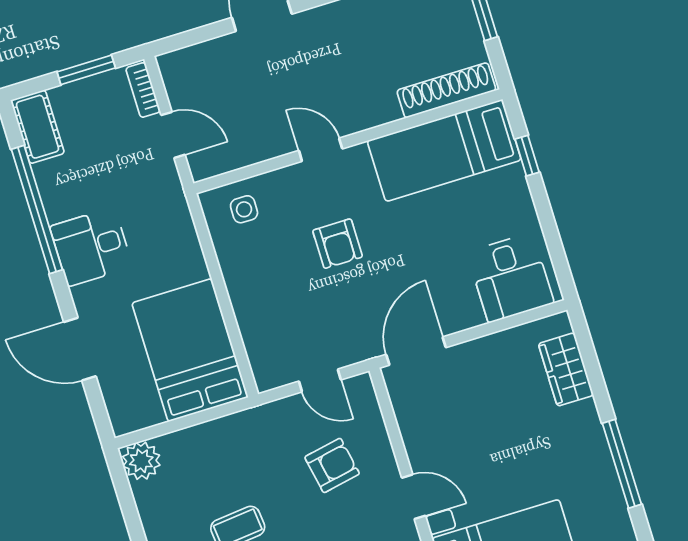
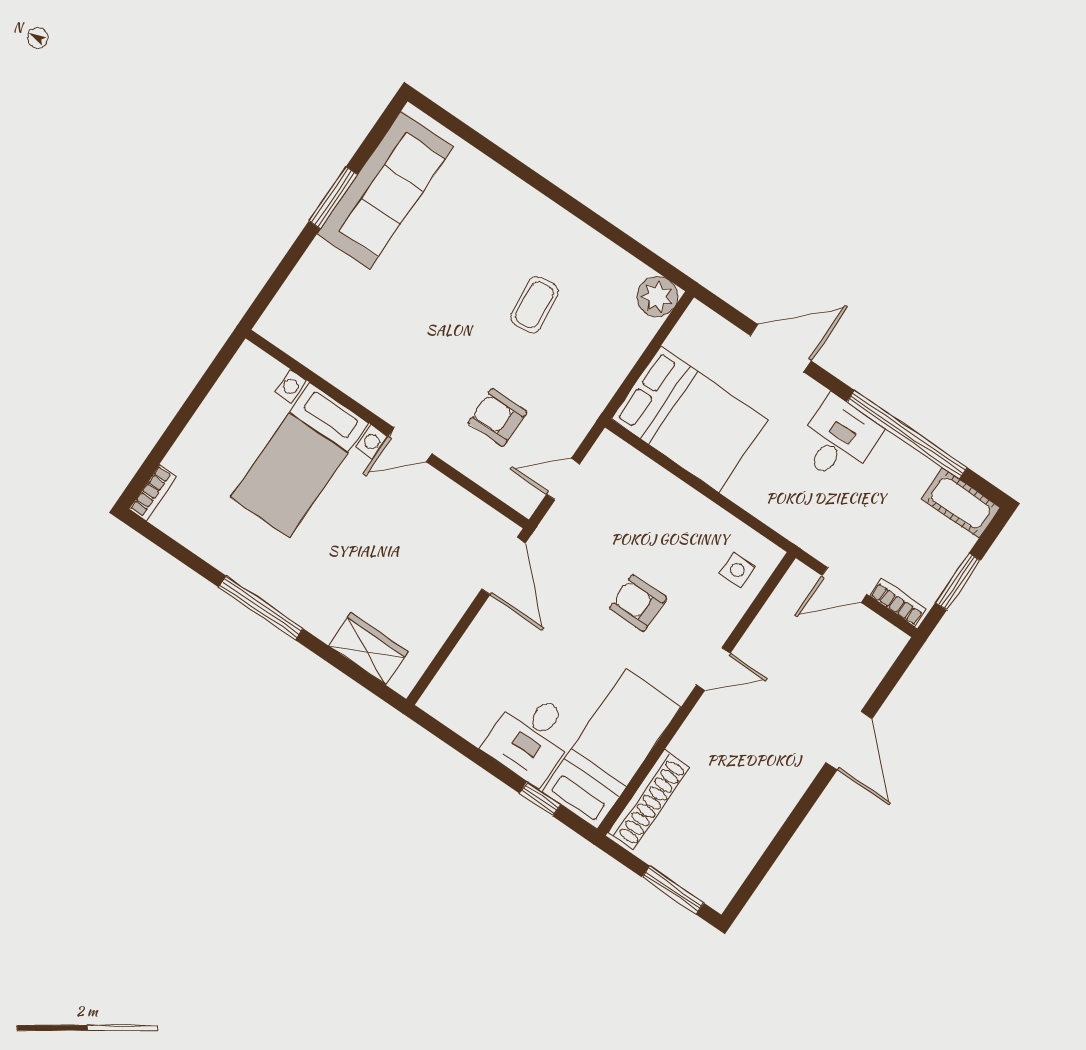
desk: (510, 278) -> (531, 737), moved, turned -90
armchair: (332, 465) -> (498, 417), turned 101

